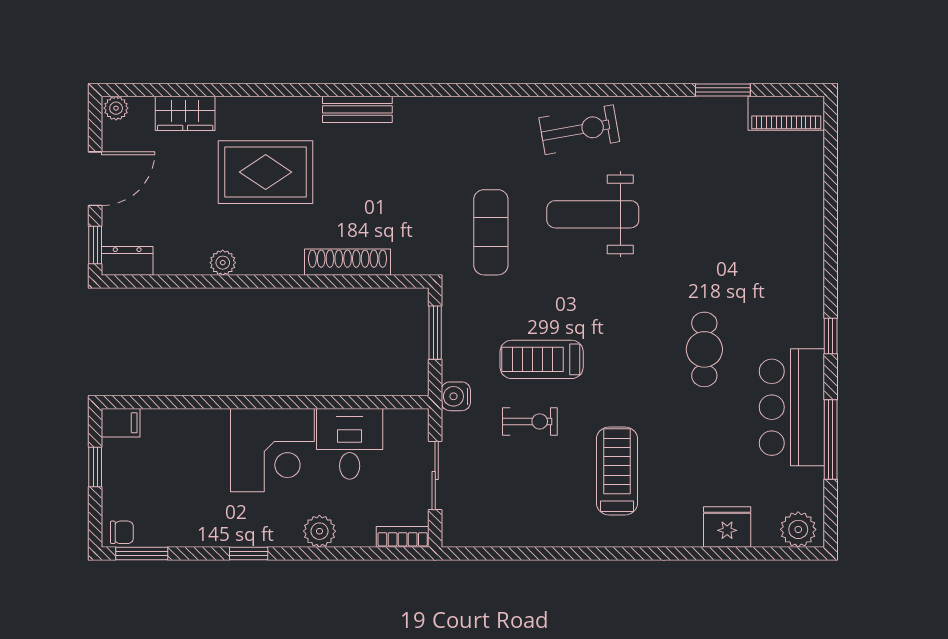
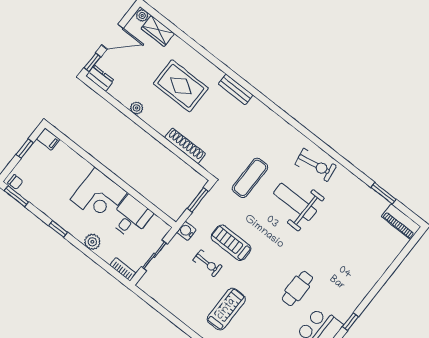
wardrobe: (185, 113) -> (158, 31), moved

